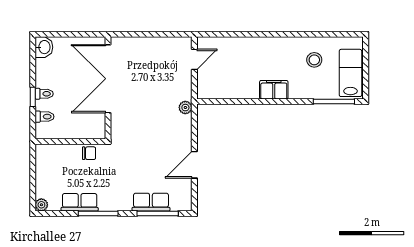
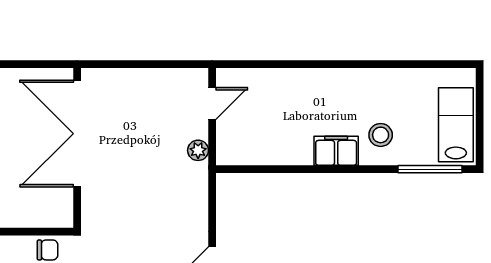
stool: (314, 60) -> (381, 135), moved
plant: (185, 108) -> (198, 150), moved

